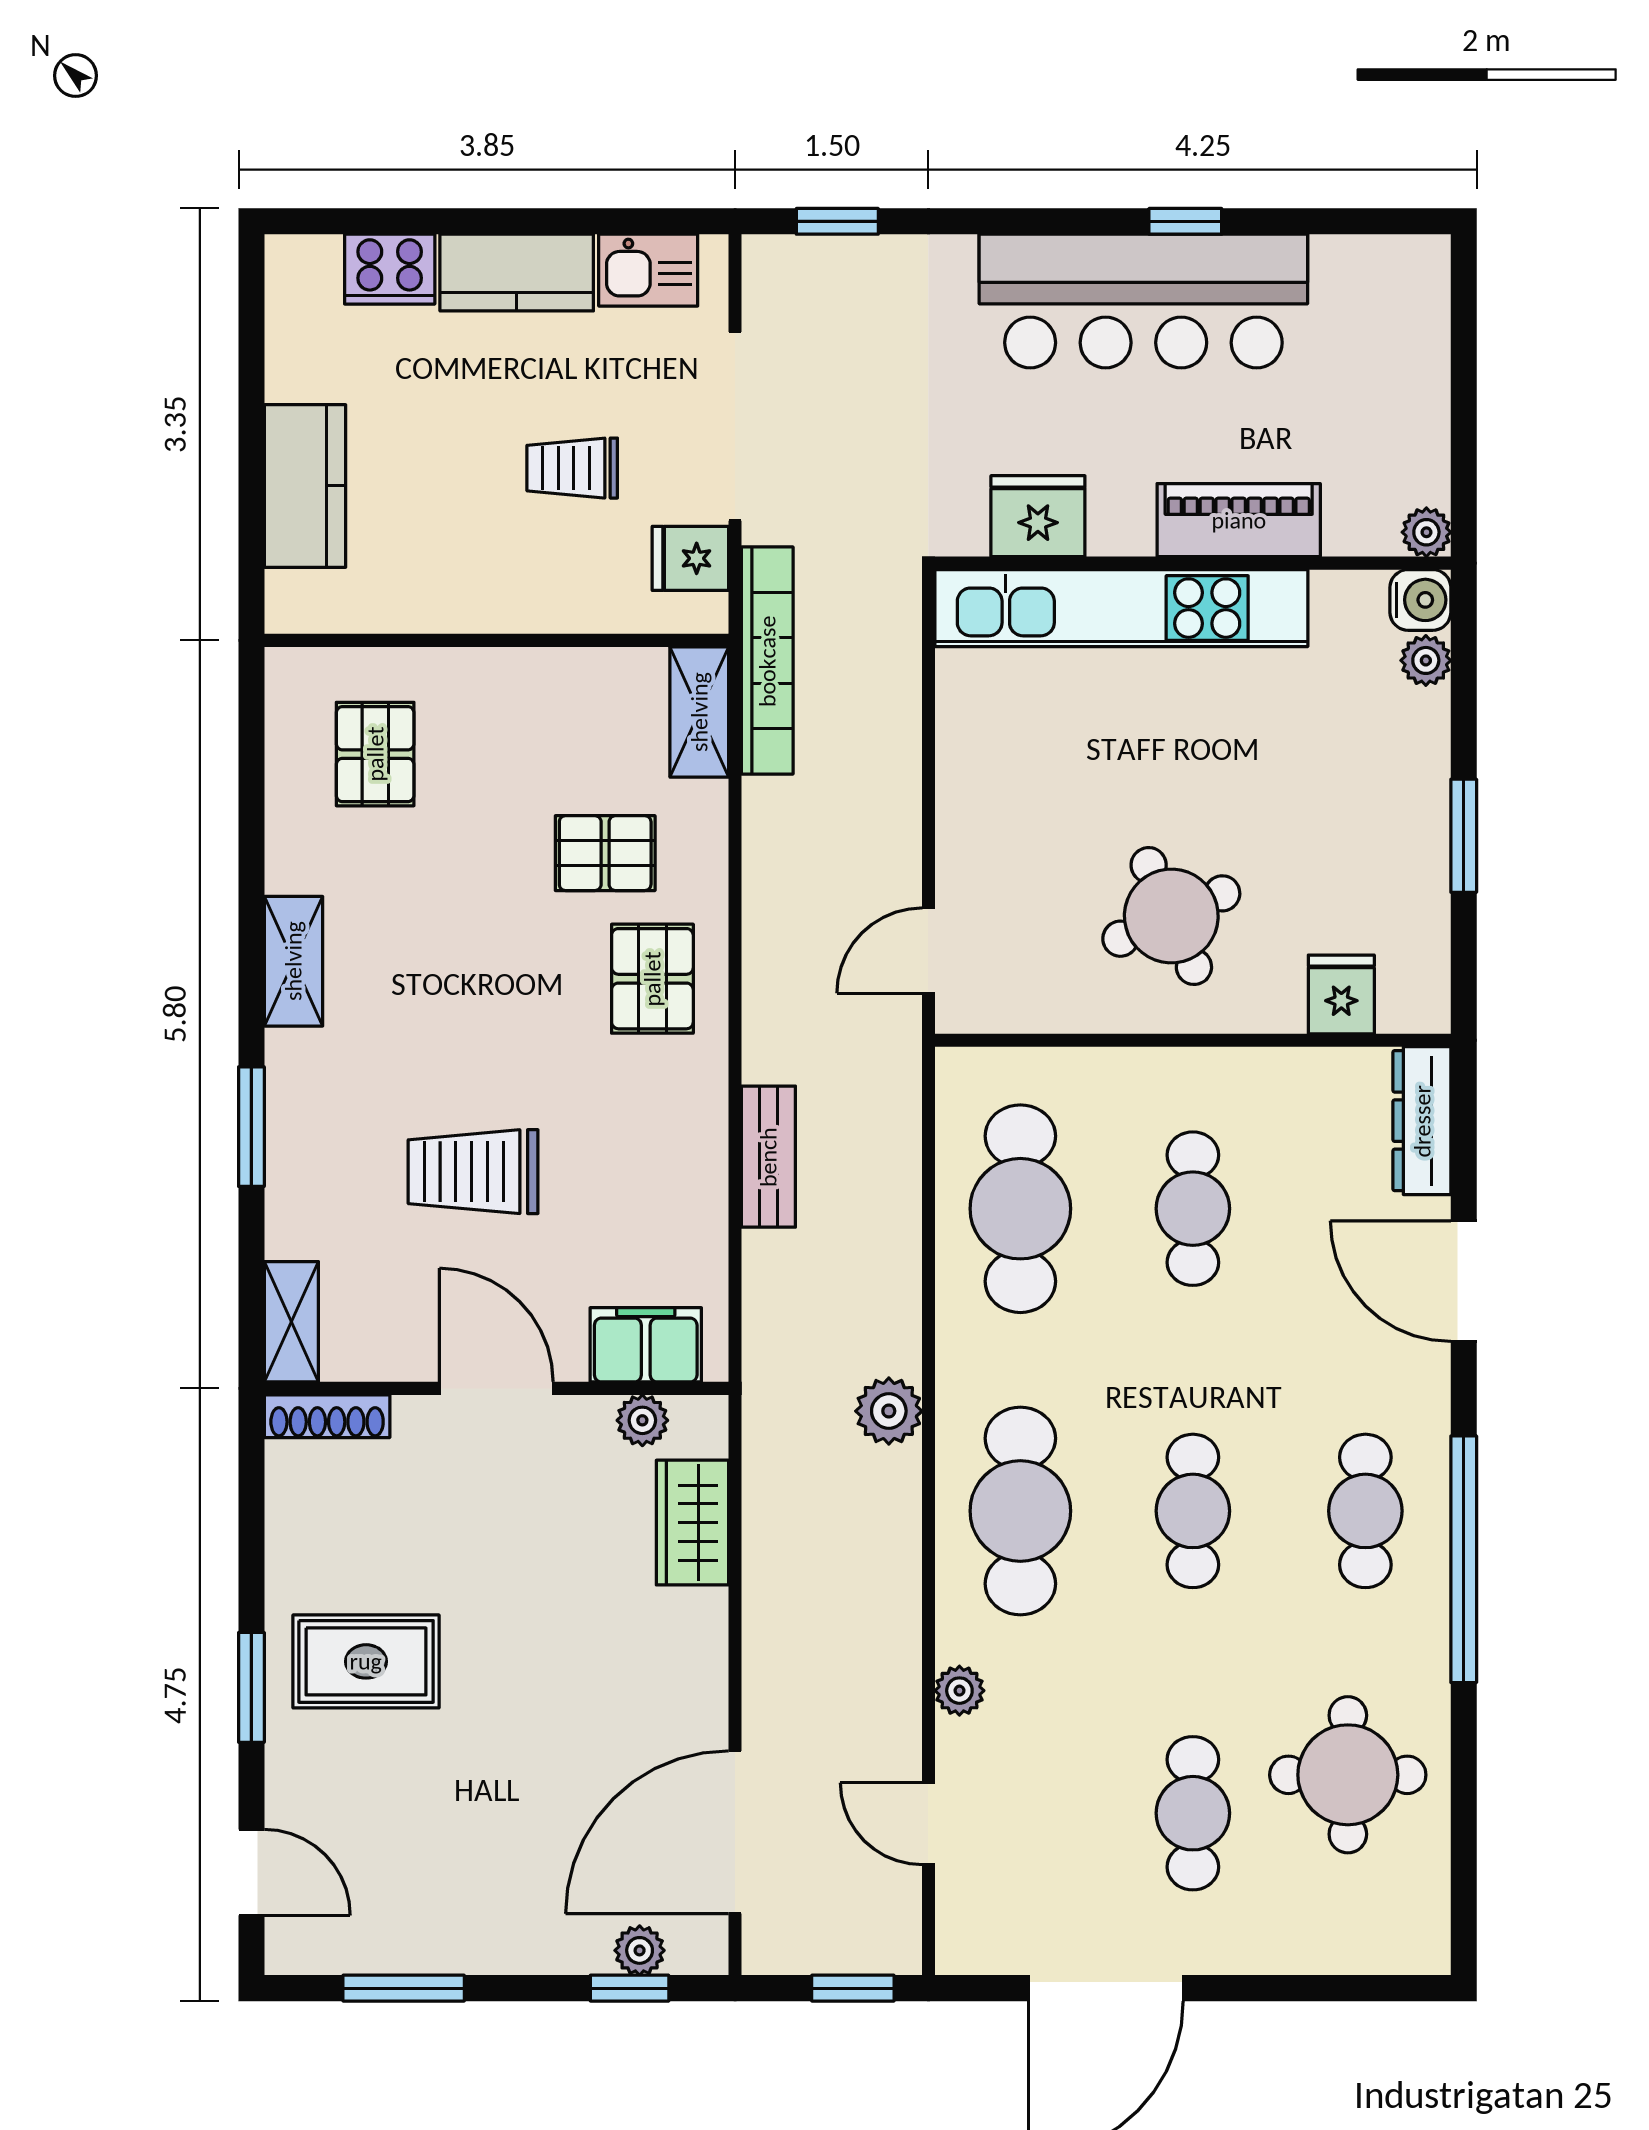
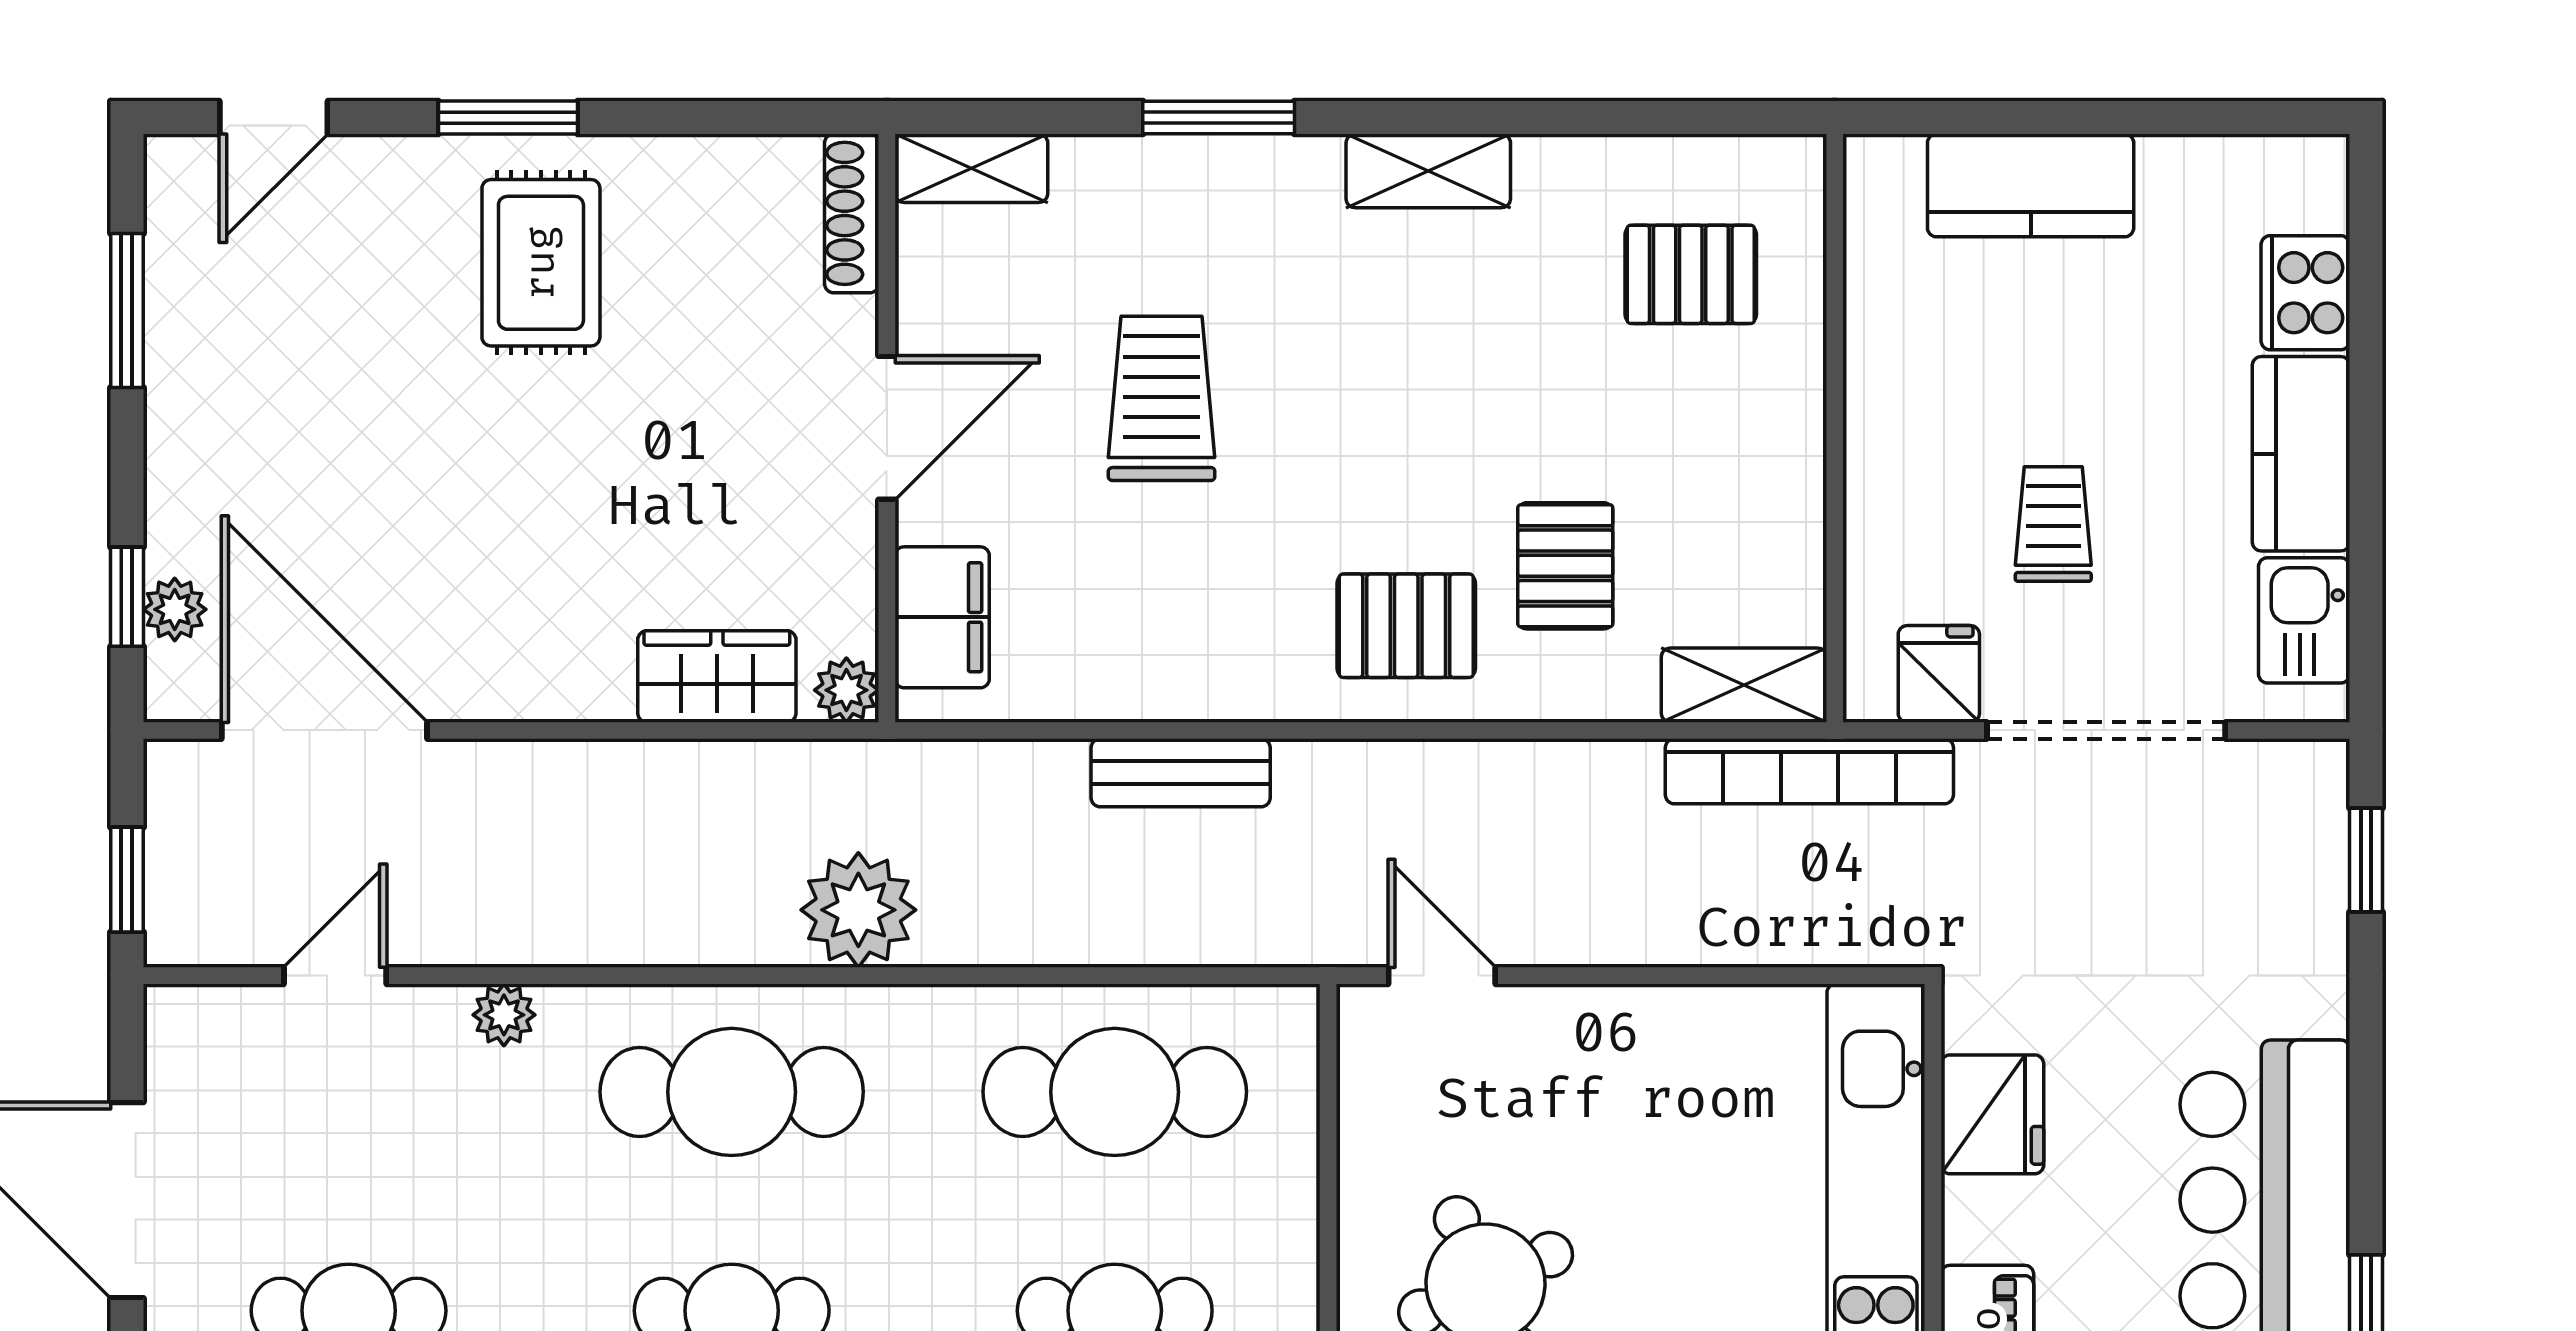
plant: (889, 1411) -> (858, 910), width x1.36, depth x1.36
plant: (642, 1420) -> (846, 690), moved

